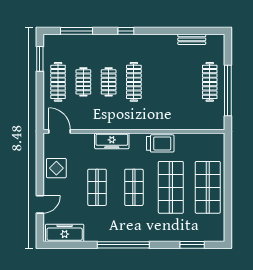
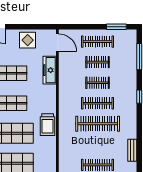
clothes rail: (159, 82) -> (98, 124), added
door: (60, 131) -> (57, 43), hinge flipped
freezer: (112, 141) -> (50, 70), moved

